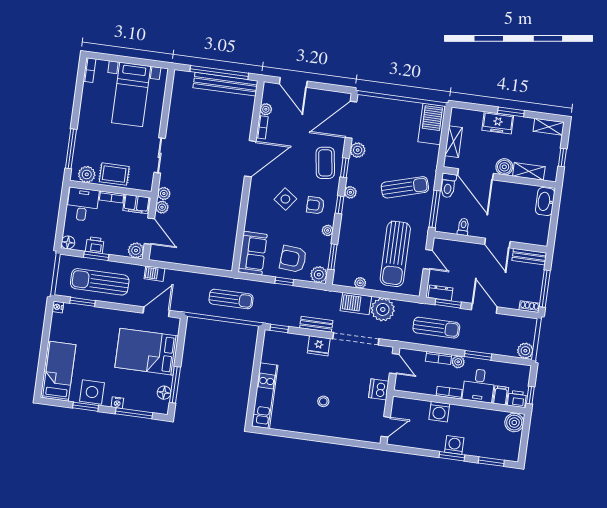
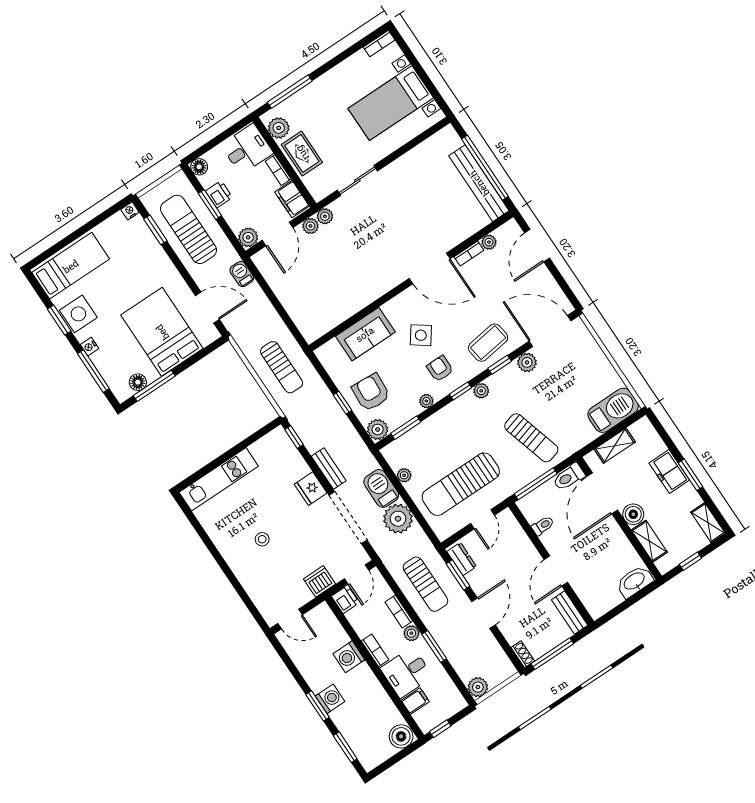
sofa: (253, 253) -> (365, 334), moved
printer: (517, 399) -> (345, 600), moved

